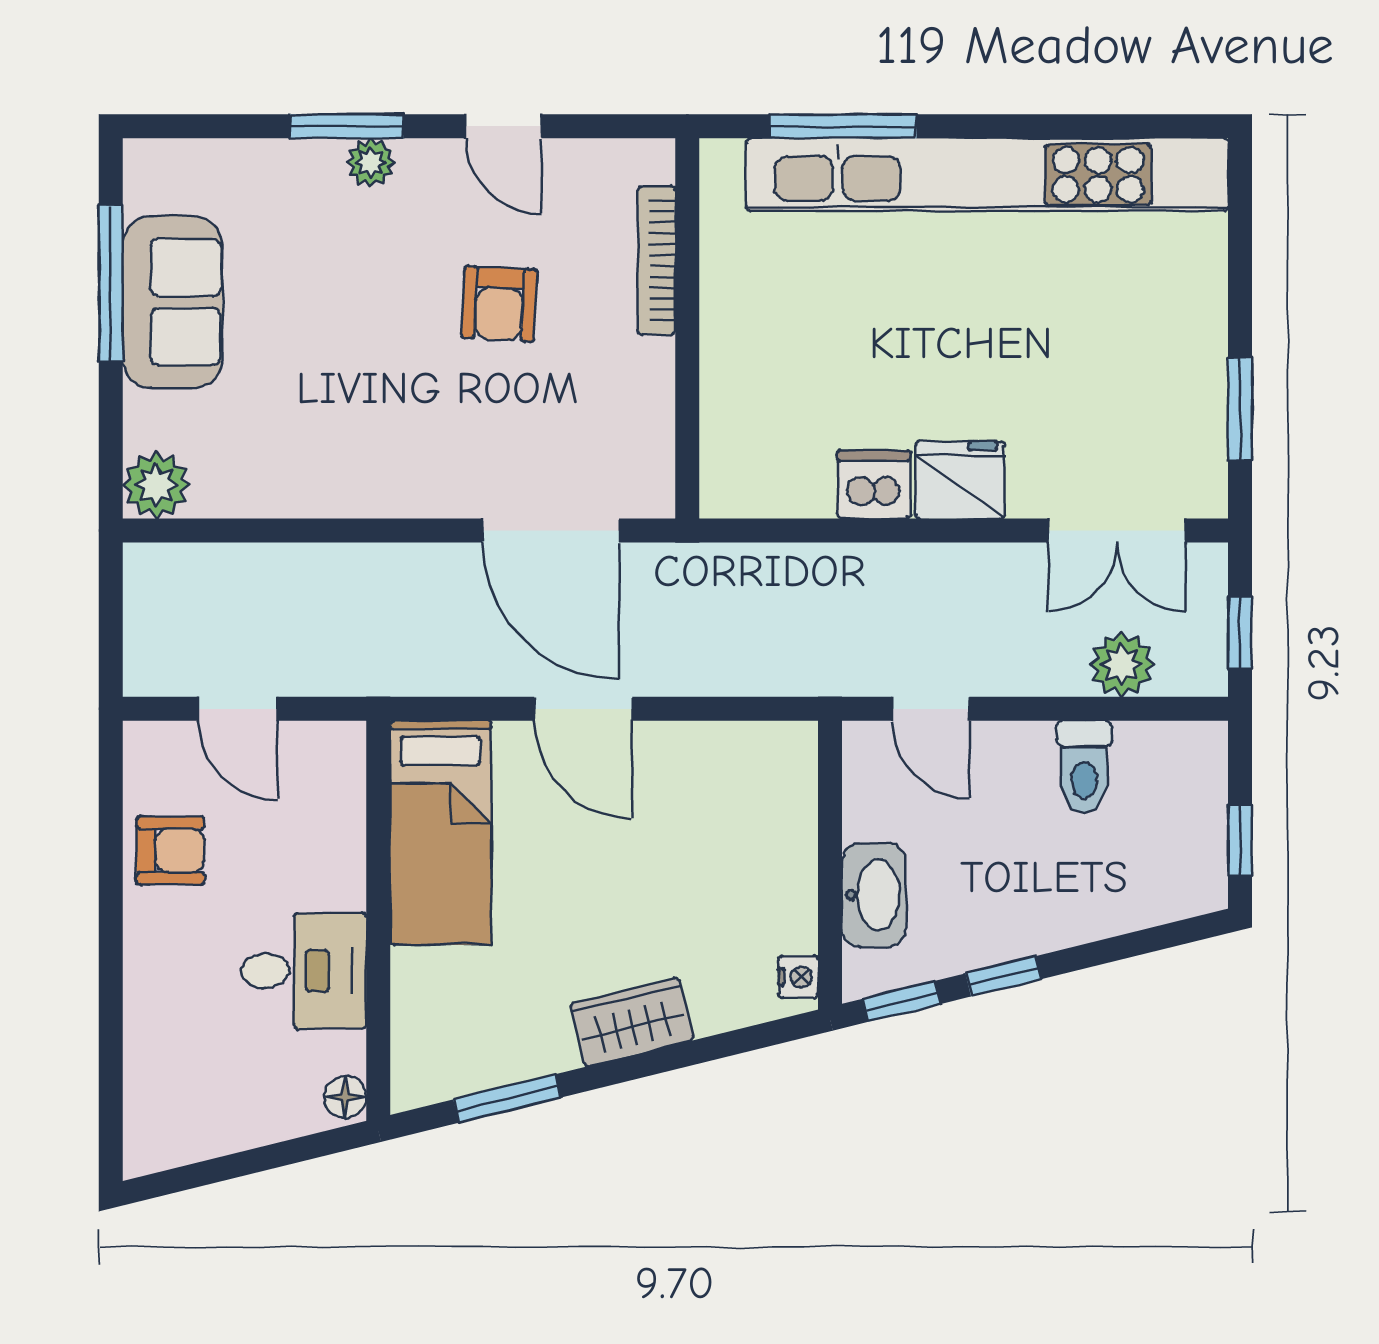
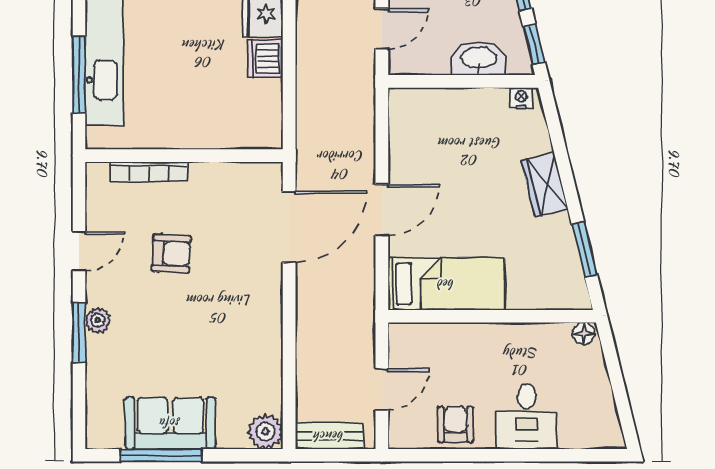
bench: (148, 608) -> (329, 436), added
desk: (304, 971) -> (527, 417), moved, turned 180

